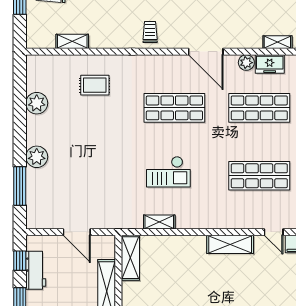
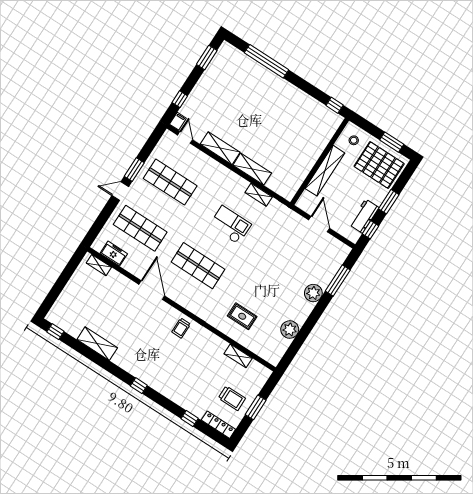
plant: (246, 63) -> (129, 265), removed
shelving: (130, 258) -> (252, 169), moved, turned 90

